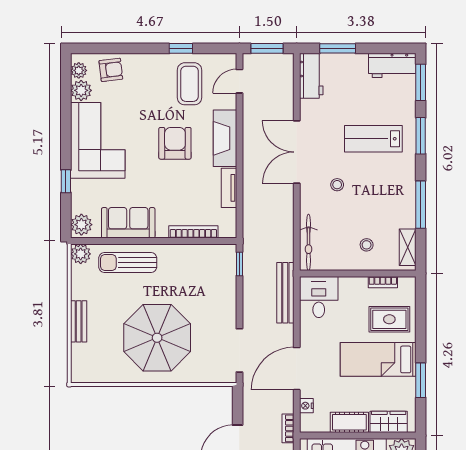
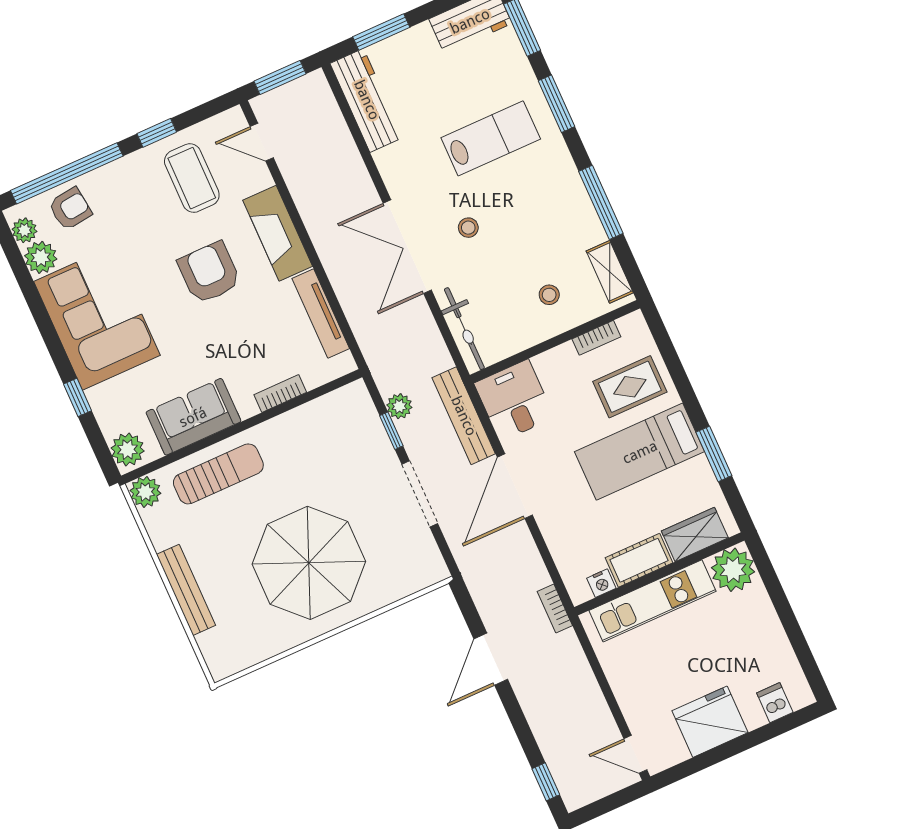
window: (118, 48) -> (67, 173), added
workbench: (311, 76) -> (367, 100), width x1.37
door: (239, 81) -> (262, 142), hinge flipped
lab bench: (373, 139) -> (491, 138), turned 180
double door: (297, 152) -> (407, 247), moved
tv unit: (229, 188) -> (321, 313), width x1.41
bookcase: (193, 232) -> (280, 394), width x0.64
sun lounger: (128, 262) -> (218, 474), turned 180
window: (239, 264) -> (391, 431), moved
plant: (251, 270) -> (399, 406), added
bench: (79, 321) -> (186, 590), width x1.36
doorway: (239, 350) -> (420, 494), moved
door: (297, 369) -> (515, 486), moved
nightstand: (306, 406) -> (601, 583), moved, turned -90

